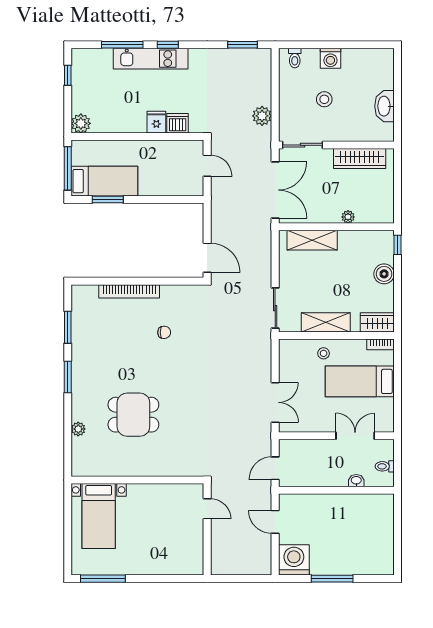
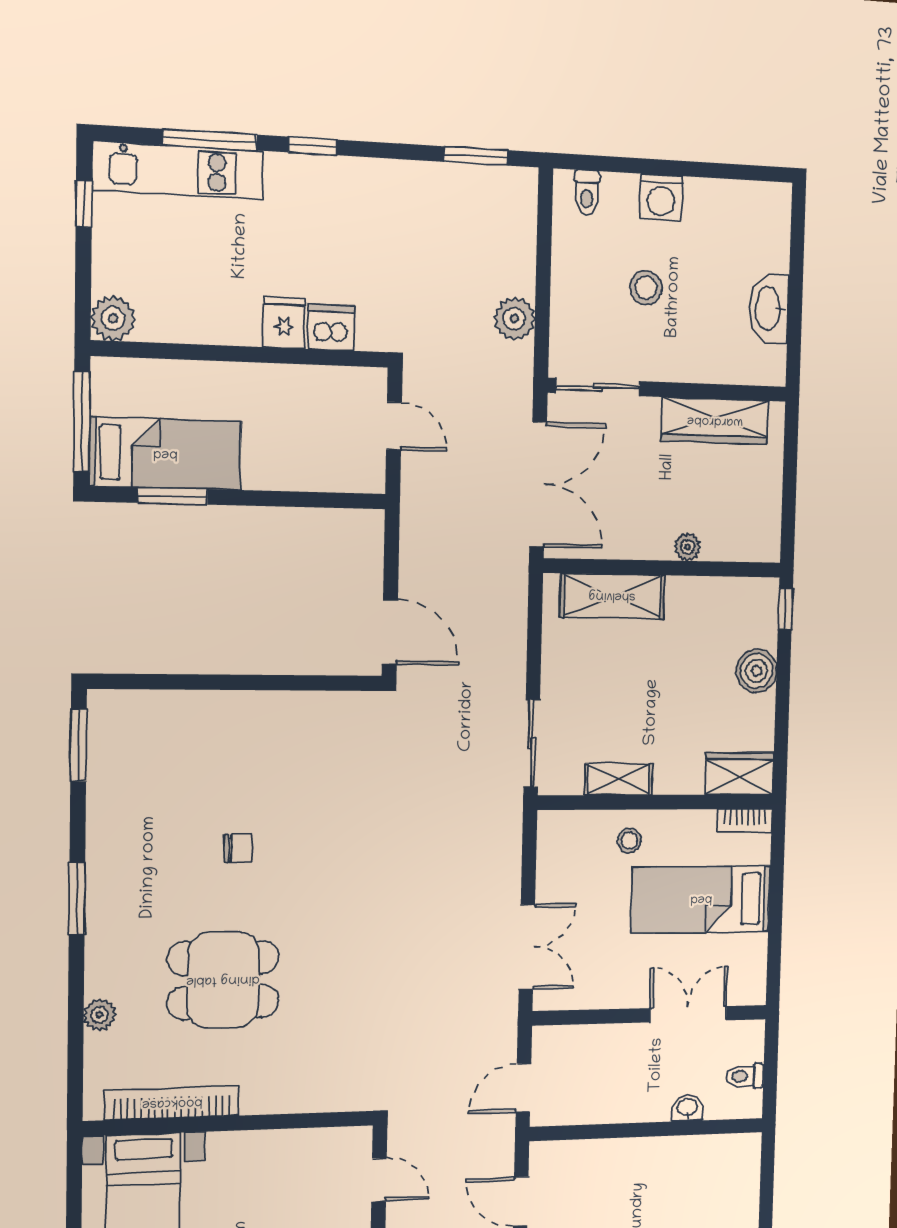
kitchen unit: (151, 59) -> (178, 170), moved
bookcase: (129, 291) -> (172, 1103), moved, turned 180
shelving: (326, 322) -> (619, 779), width x0.67, depth x0.75
window: (68, 327) -> (78, 745), moved
chair: (164, 332) -> (238, 848), moved

